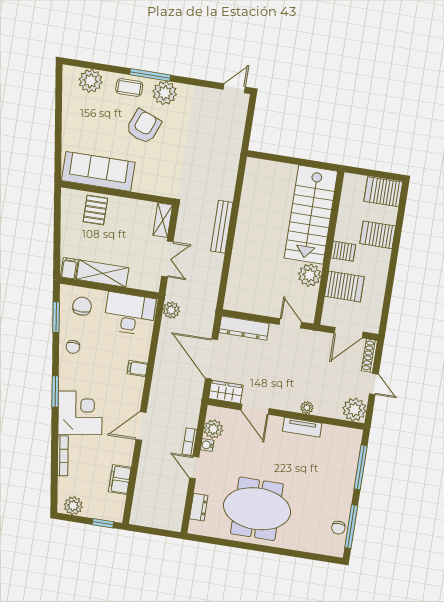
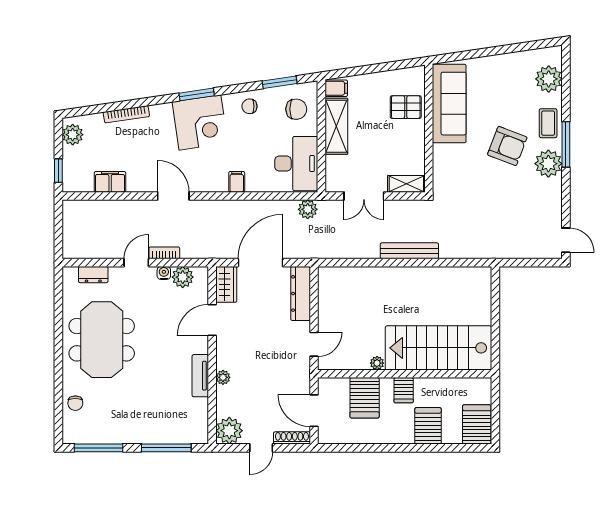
plant: (310, 275) -> (377, 363), width x0.53, depth x0.53
corner desk: (80, 413) -> (200, 122), moved
chair: (338, 528) -> (75, 403), moved, turned -90

